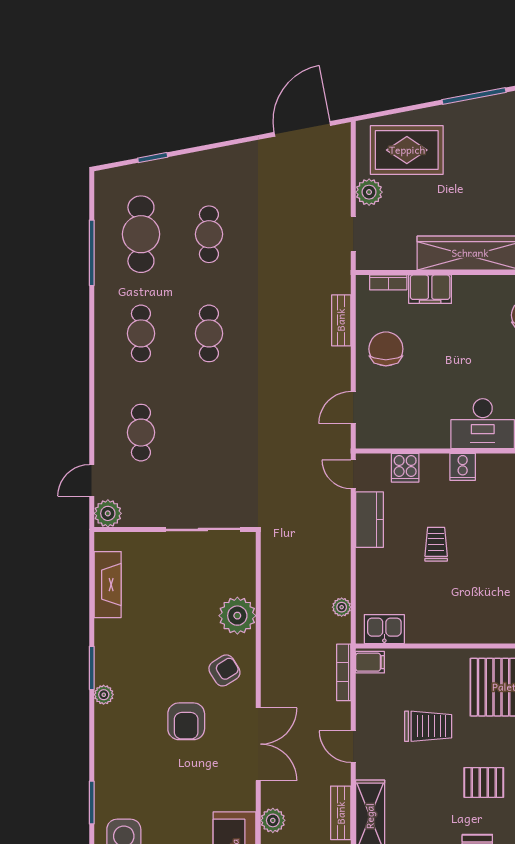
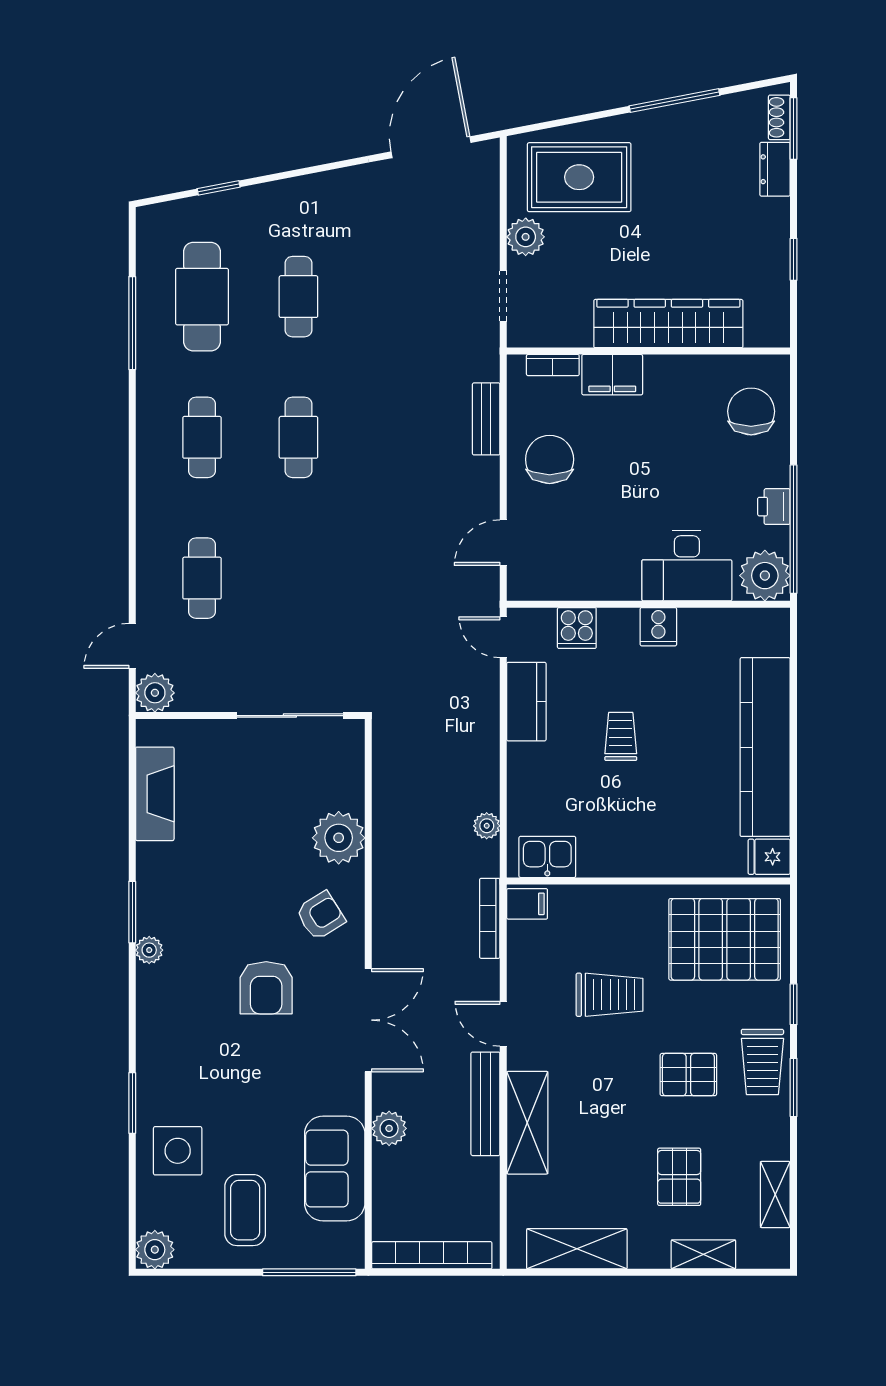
bench: (341, 813) -> (485, 1104), width x1.36

